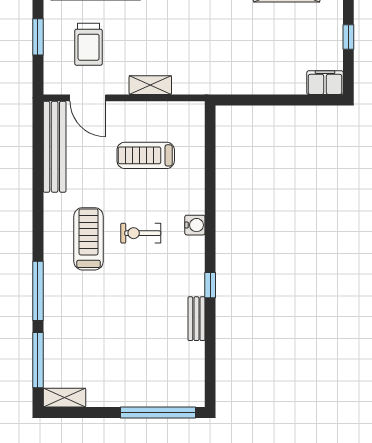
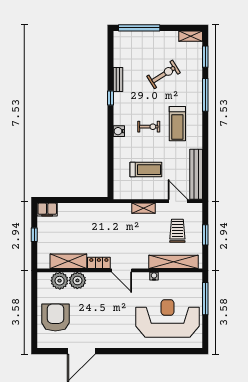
exercise bike: (114, 328) -> (164, 74), added
window: (38, 360) -> (205, 57), width x0.69

